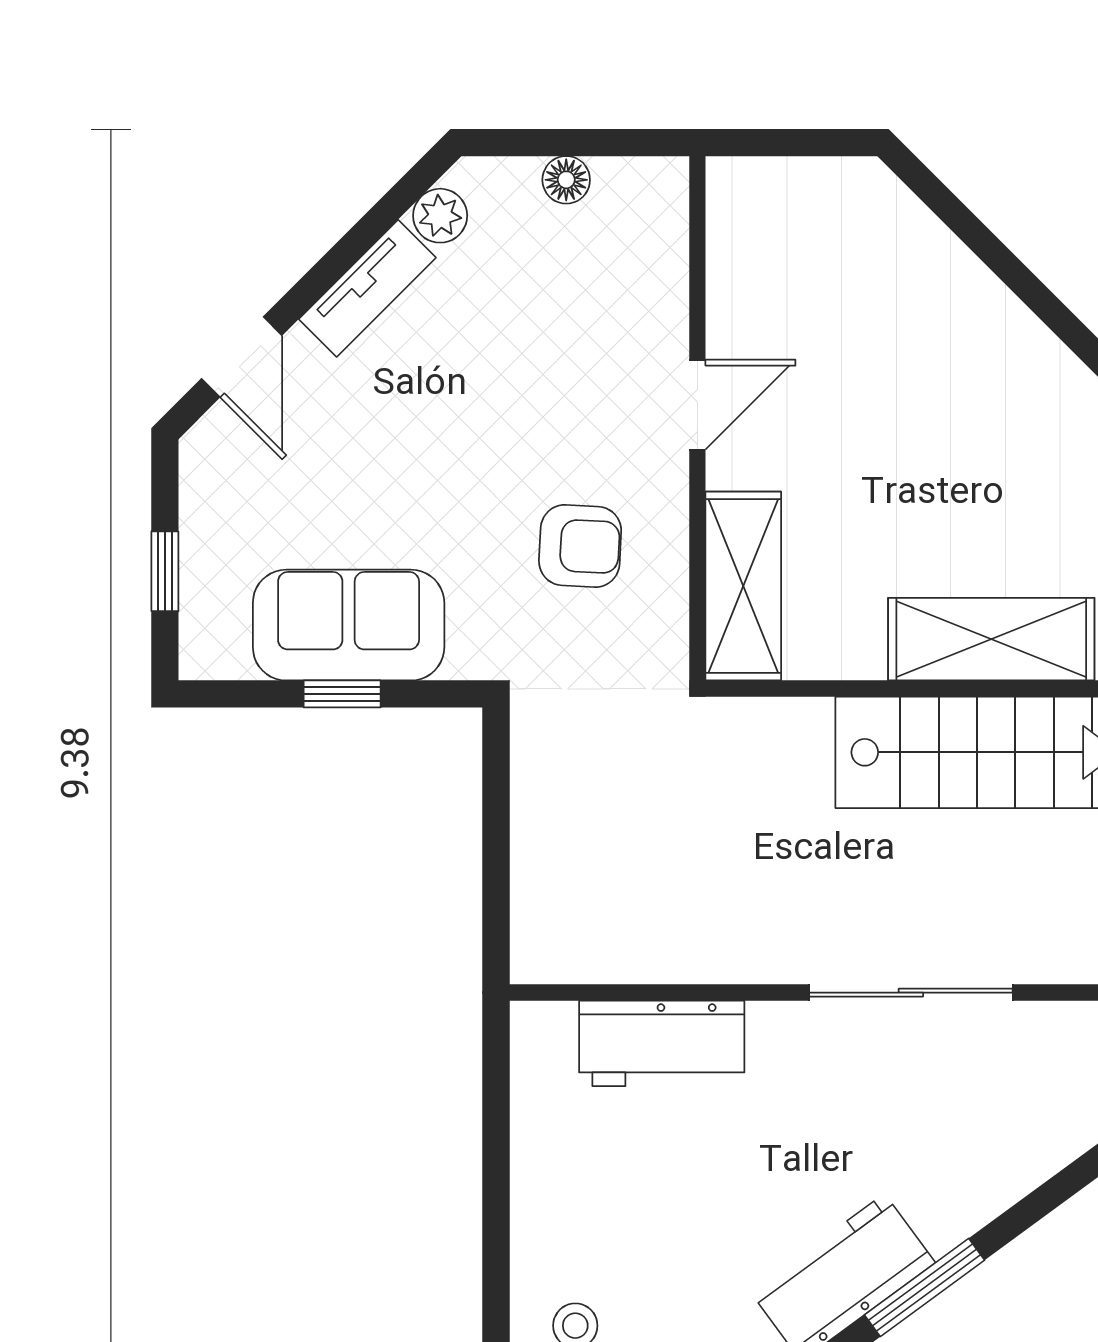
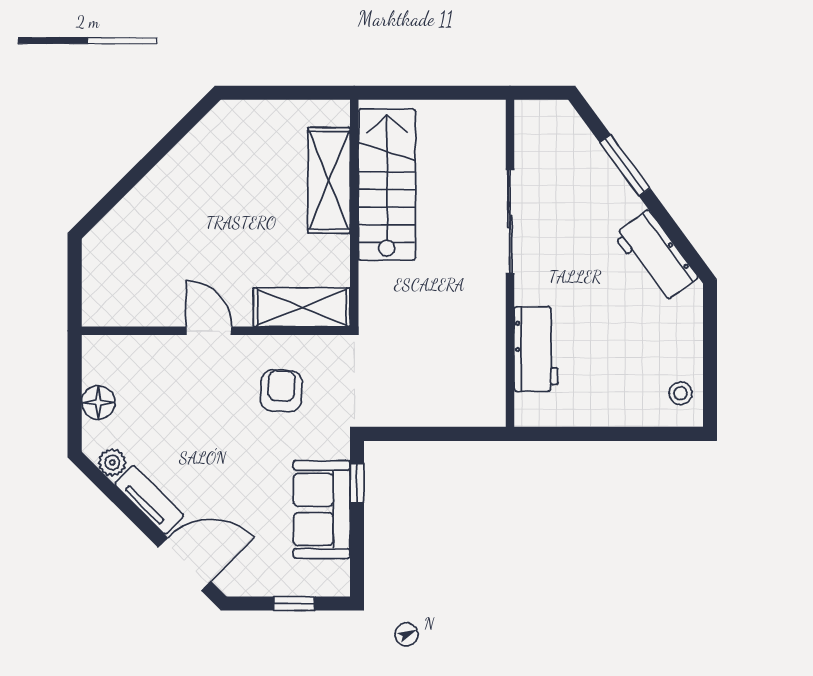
floor lamp: (566, 180) -> (98, 402), width x1.37, depth x1.37
door: (242, 357) -> (184, 564), width x1.38
window: (342, 694) -> (357, 483), moved
window: (924, 1287) -> (625, 165), moved

